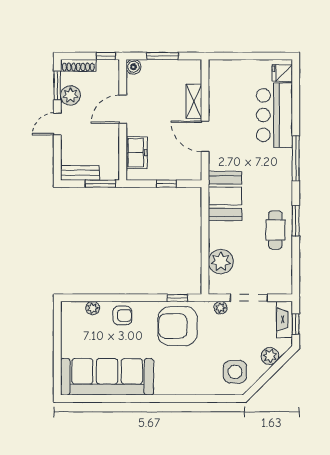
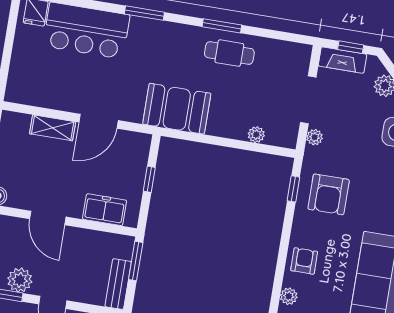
window: (296, 158) -> (144, 13), width x0.69
plant: (221, 262) -> (256, 135), width x0.53, depth x0.53
armchair: (178, 326) -> (329, 194), width x0.73, depth x0.73

